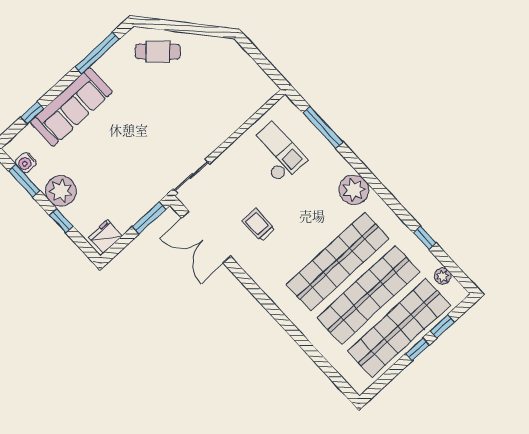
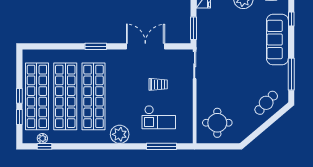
round table: (234, 87) -> (217, 123), added
checkout: (276, 153) -> (159, 117), moved
trolley: (258, 225) -> (158, 84), moved
double door: (206, 237) -> (145, 46), moved
window: (425, 238) -> (44, 146), moved
window: (276, 313) -> (96, 46), added

